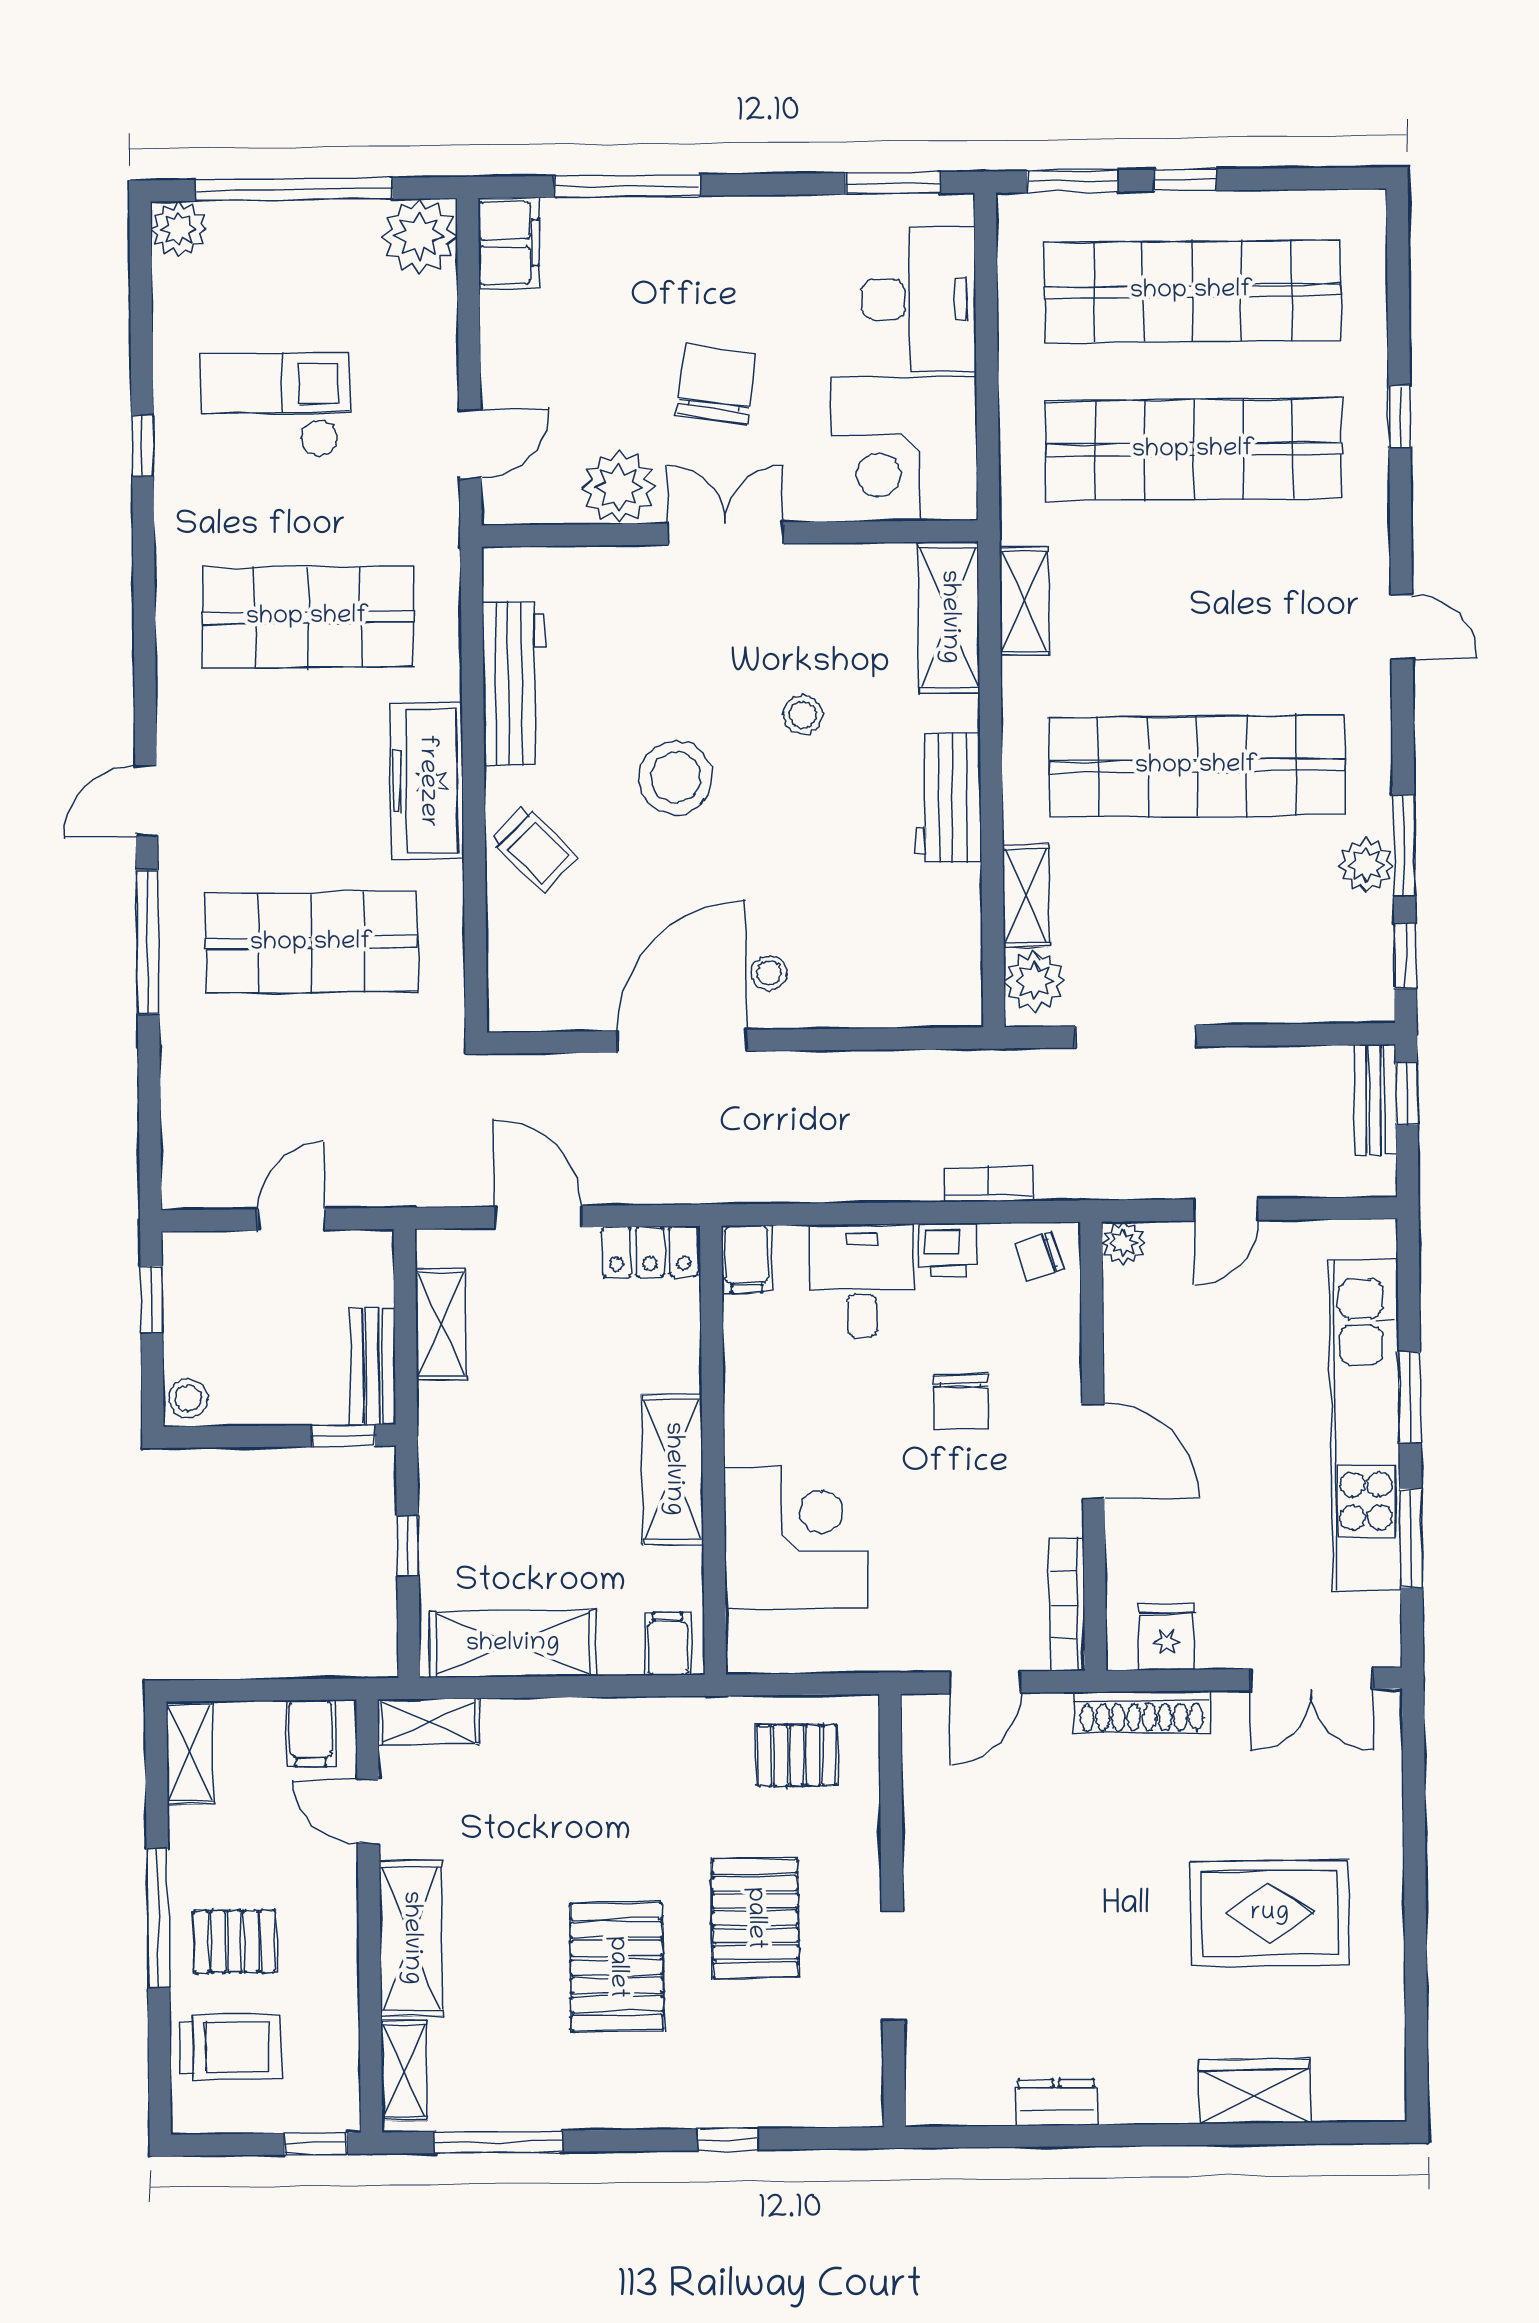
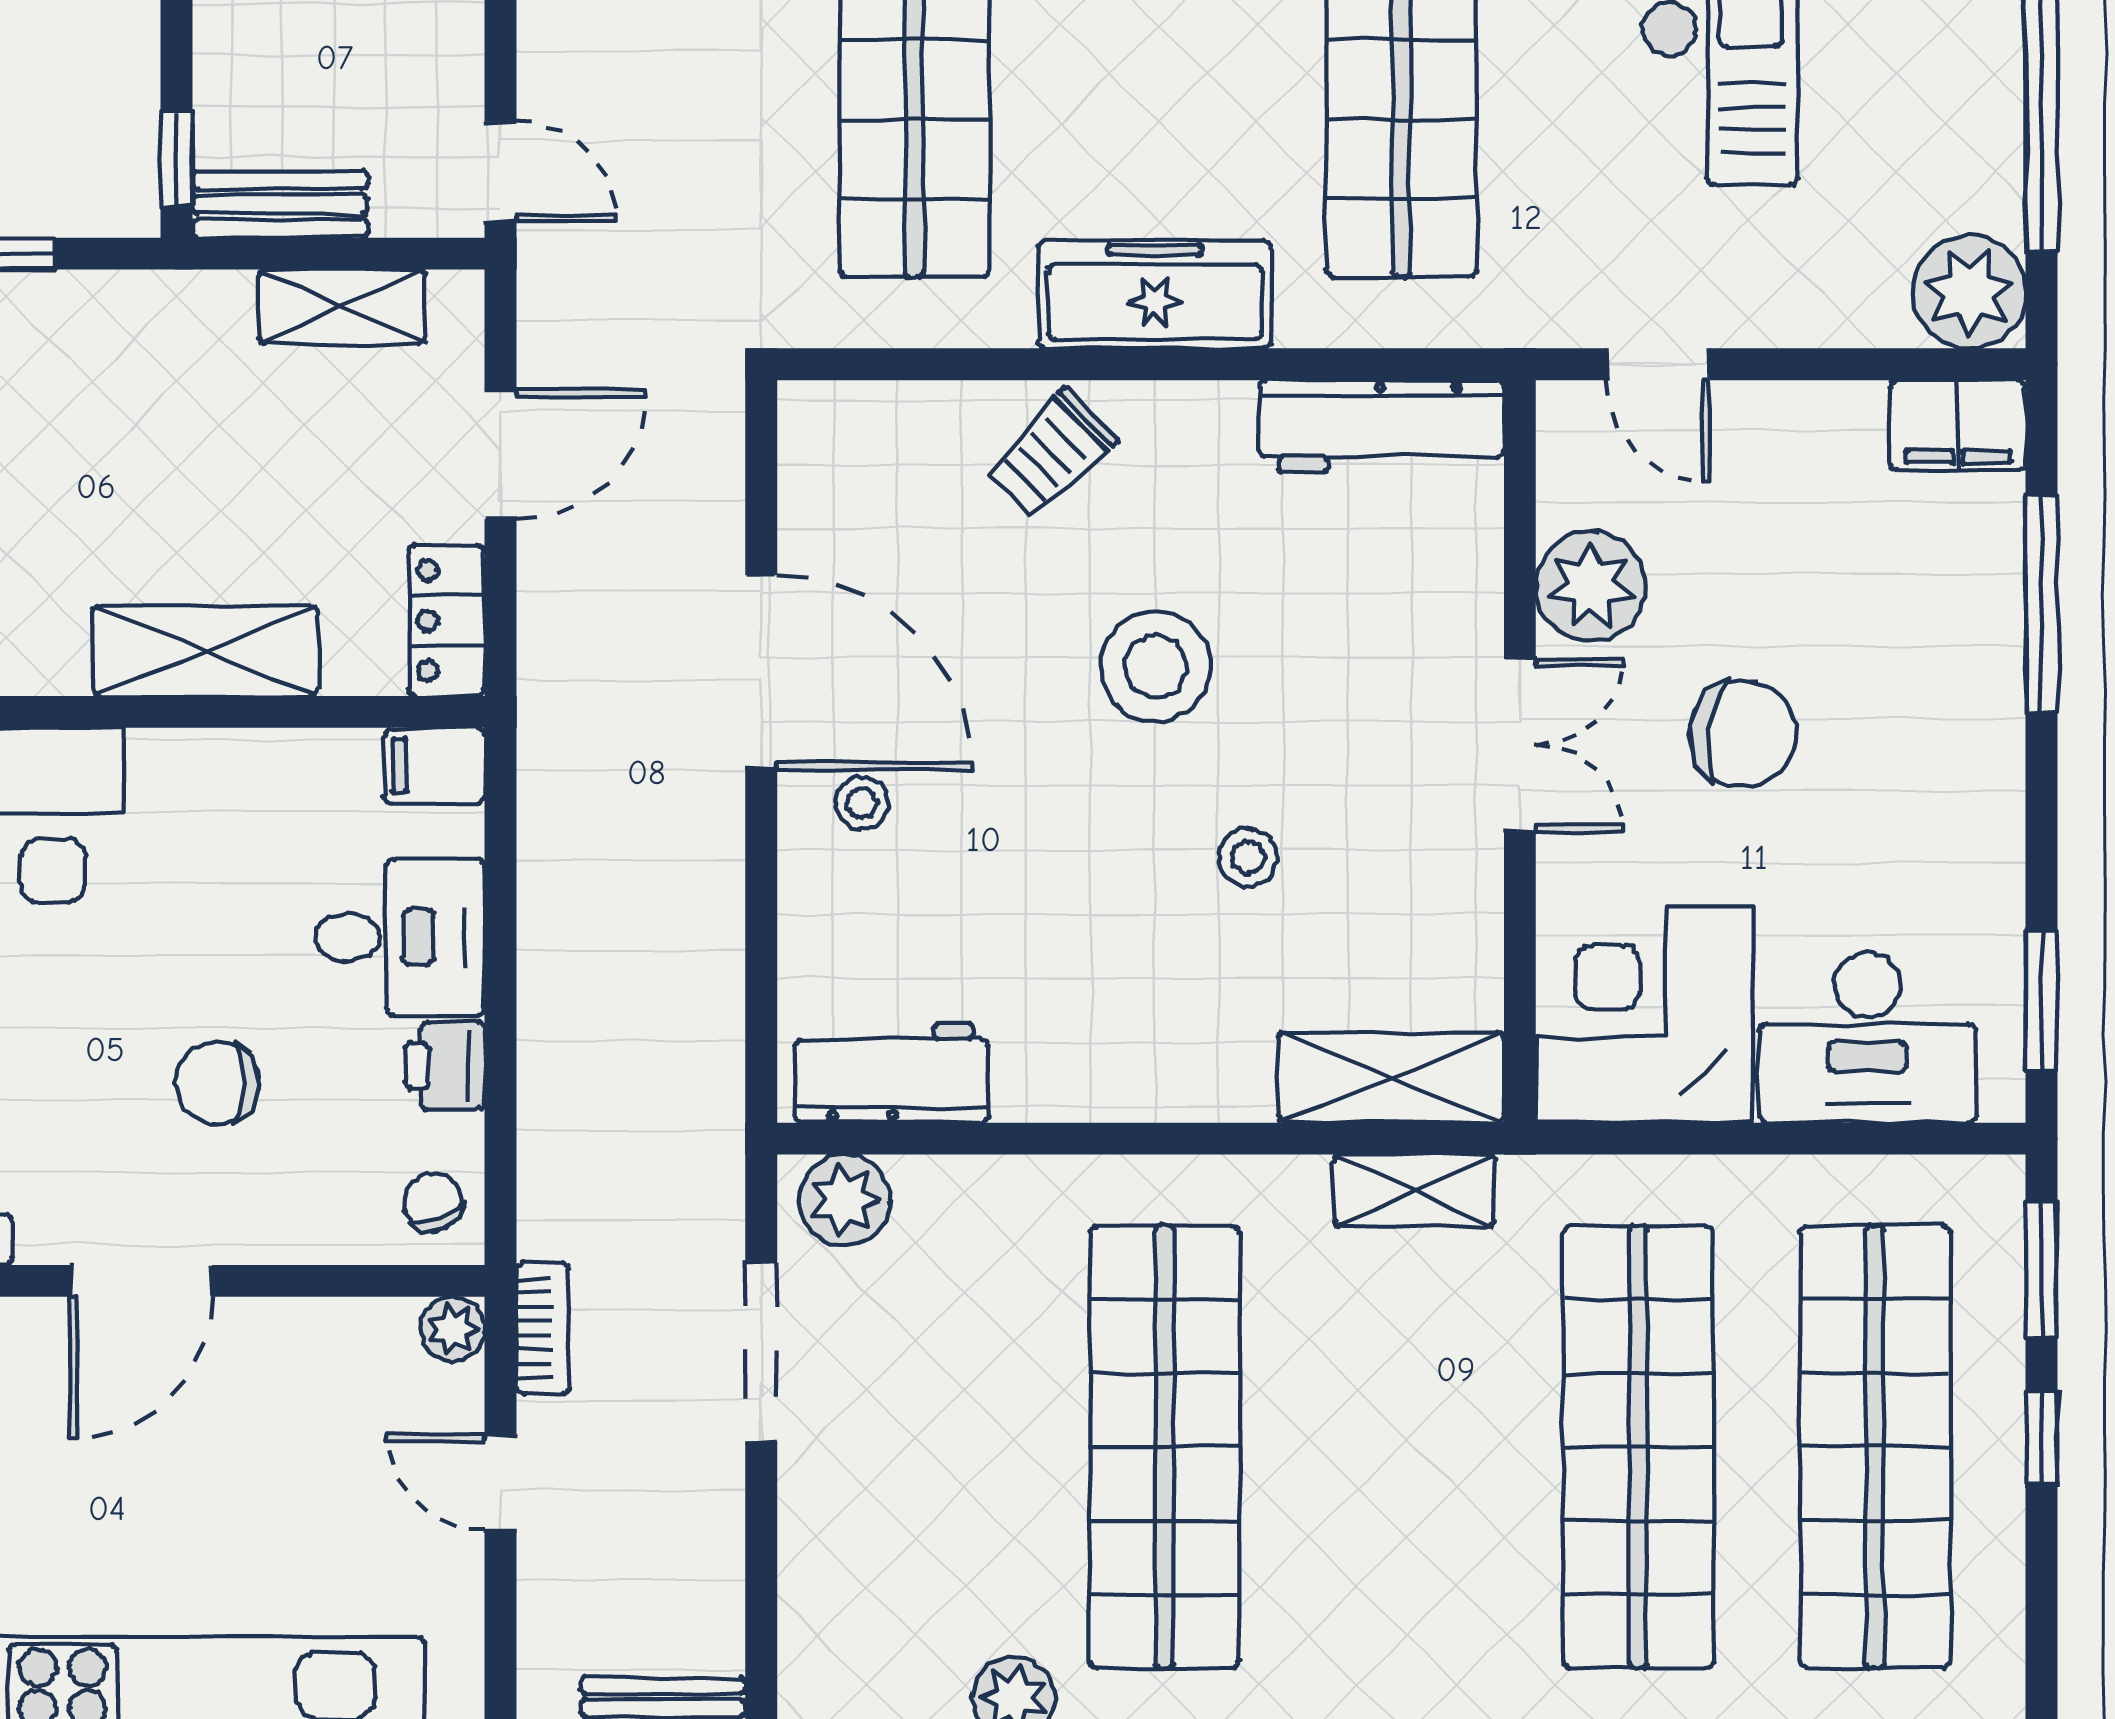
workbench: (514, 683) -> (1381, 426), moved
workbench: (948, 798) -> (892, 1073), moved
shelving: (1026, 896) -> (973, 1189), removed
bookcase: (989, 1184) -> (543, 1328), moved
door: (291, 1220) -> (500, 172), moved
shelving: (673, 1469) -> (205, 651), moved

